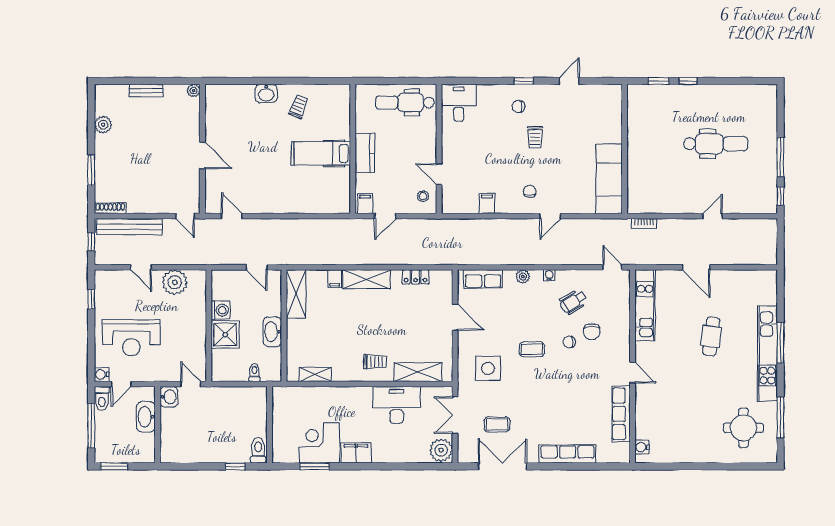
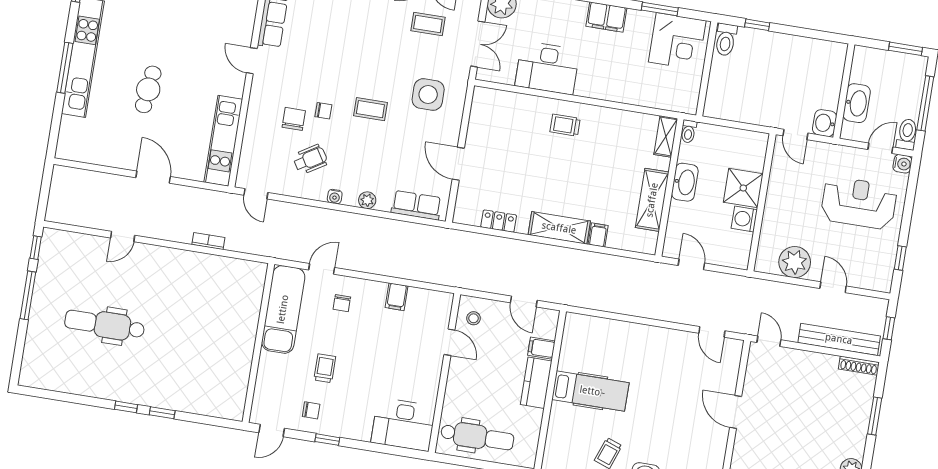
desk: (459, 103) -> (403, 424), width x1.37
chair: (518, 106) -> (311, 410), moved
wall: (625, 149) -> (258, 343), moved
exam couch: (609, 179) -> (283, 309), moved
filing cabinet: (365, 204) -> (541, 348), moved, turned 90
door: (385, 216) -> (524, 302), swing flipped
shelving: (296, 294) -> (652, 200), moved
shelving: (418, 372) -> (515, 104), removed
toilet: (254, 373) -> (689, 131), moved
shelving: (315, 374) -> (666, 136), moved, turned 90
corner desk: (319, 443) -> (677, 41), moved

